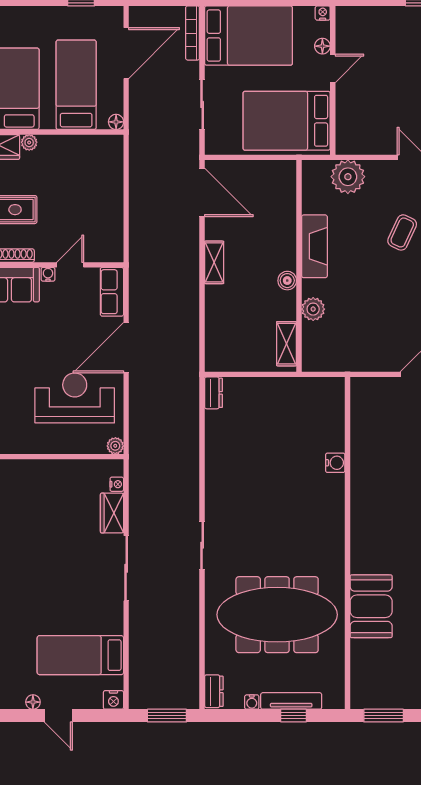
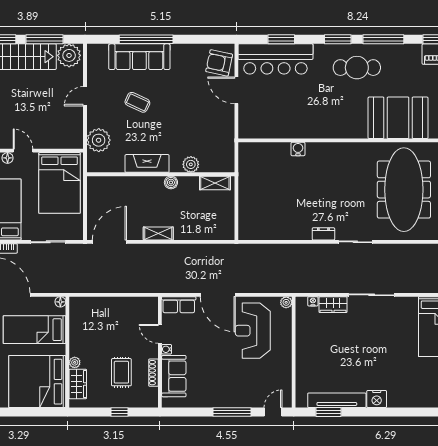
dresser: (213, 393) -> (323, 234), moved
booth: (371, 606) -> (398, 118), width x1.36, depth x1.42

